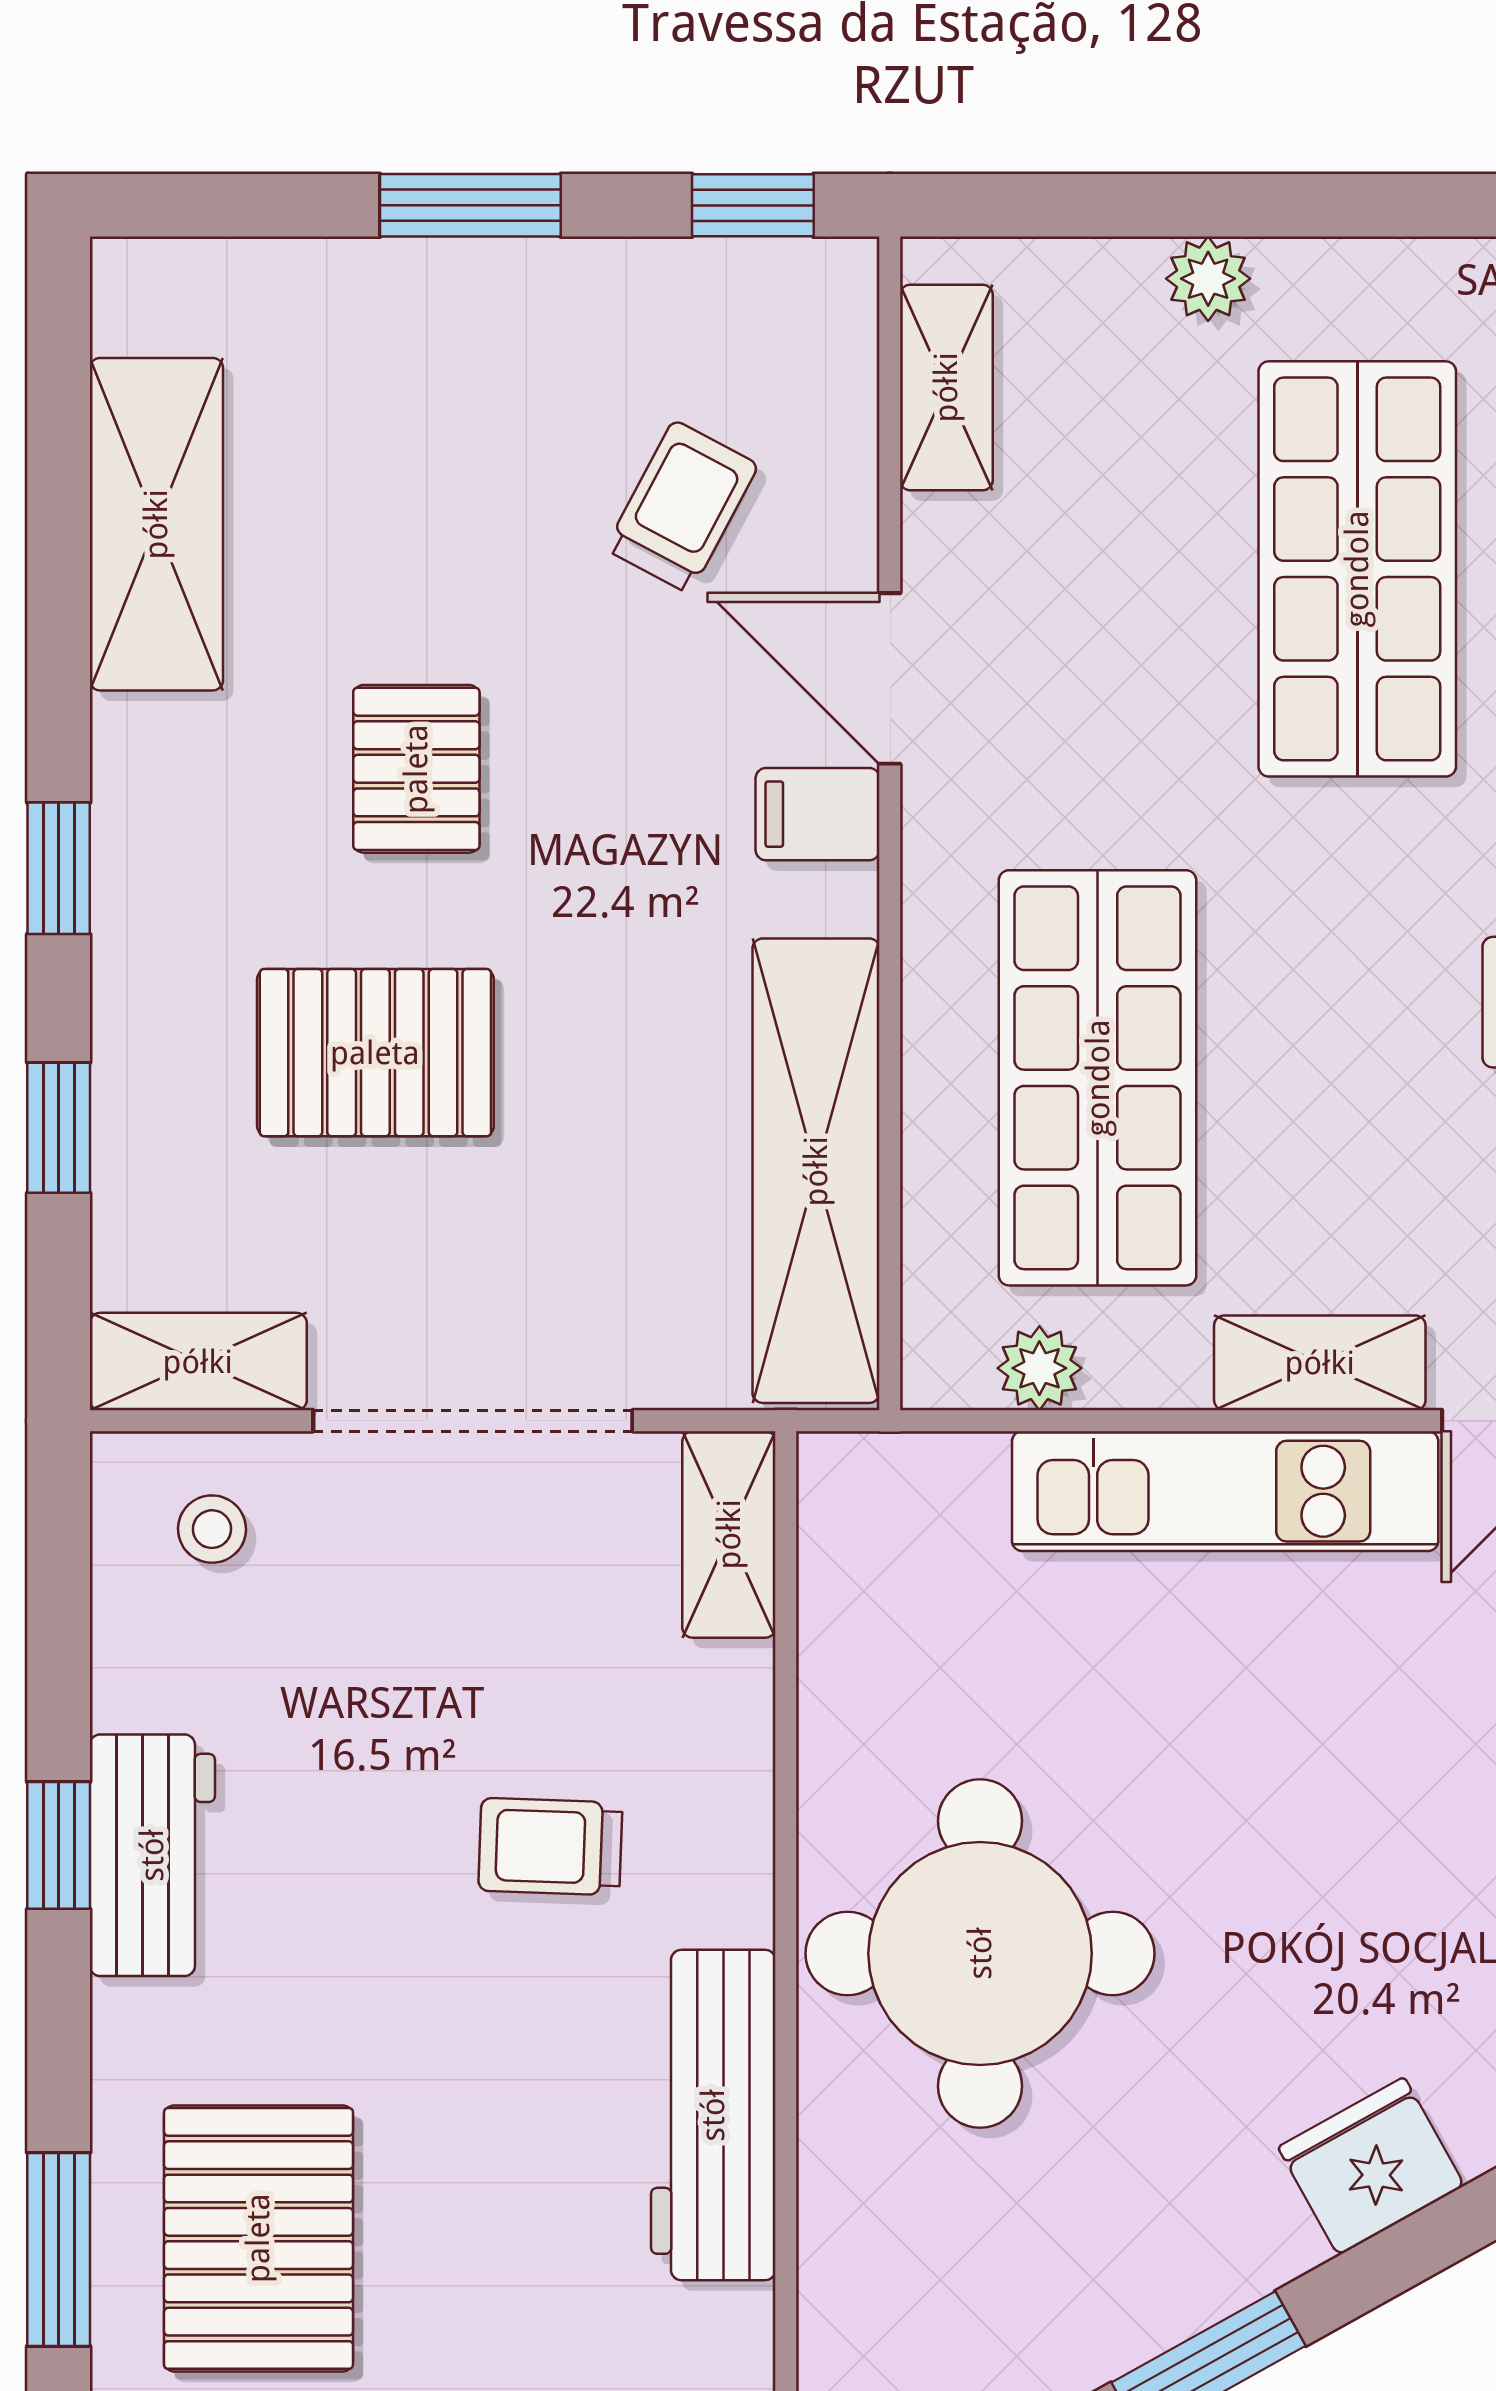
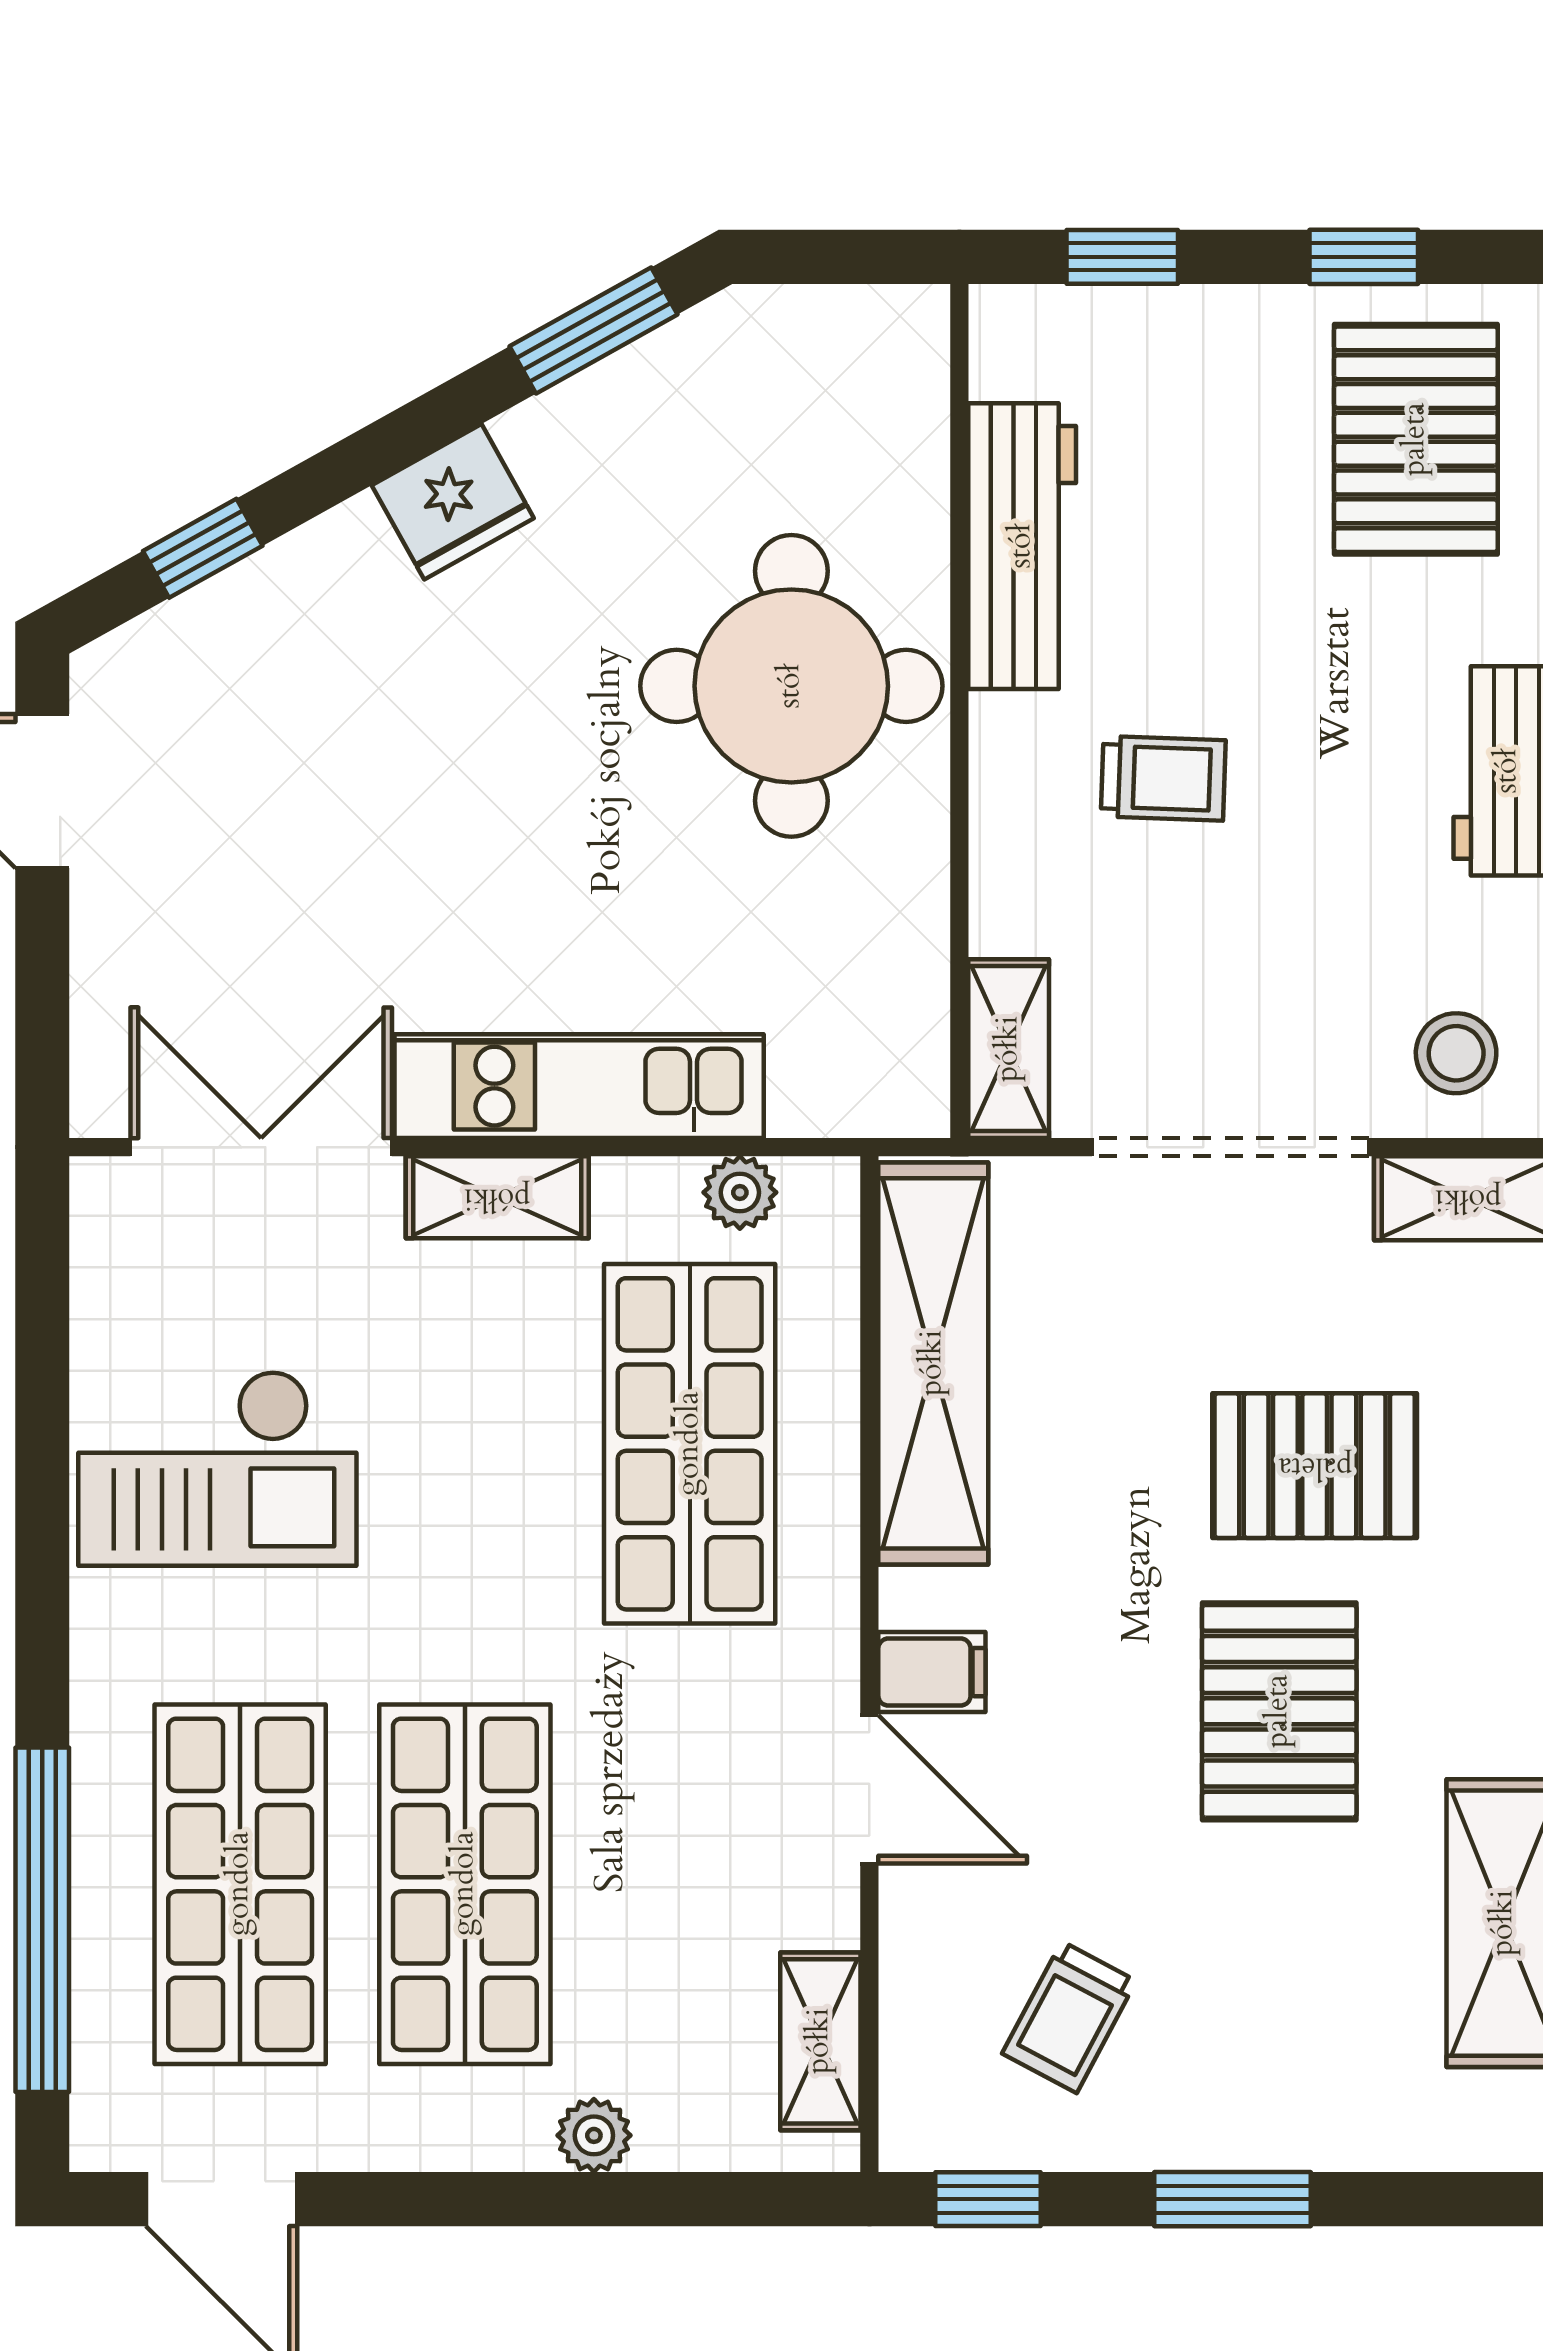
trolley: (682, 507) -> (1069, 2017), moved
pallet: (416, 769) -> (1279, 1711), width x1.50, depth x1.42
stool: (212, 1529) -> (1456, 1053), width x1.37, depth x1.37

